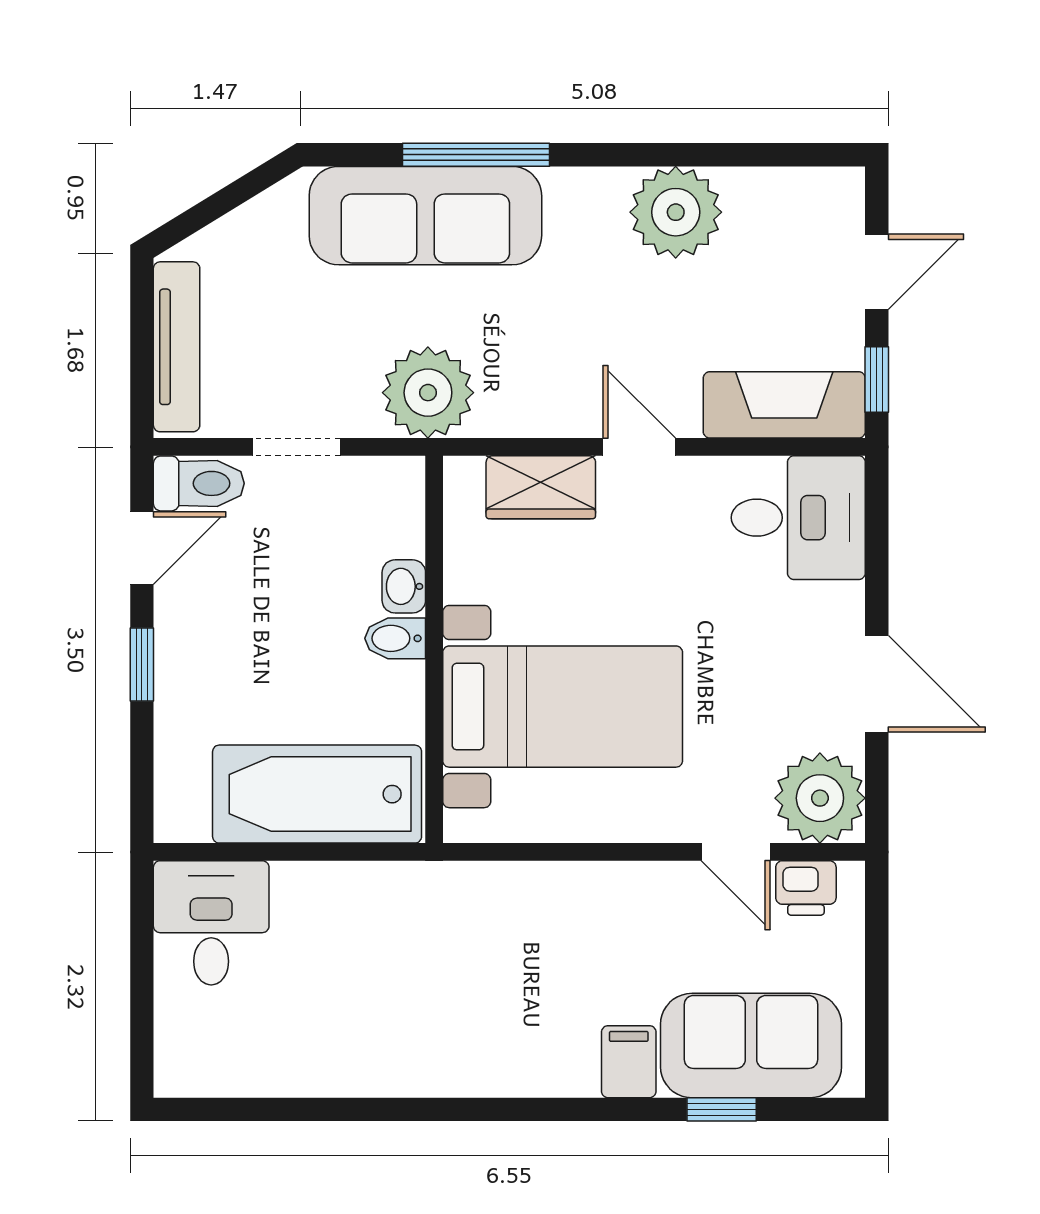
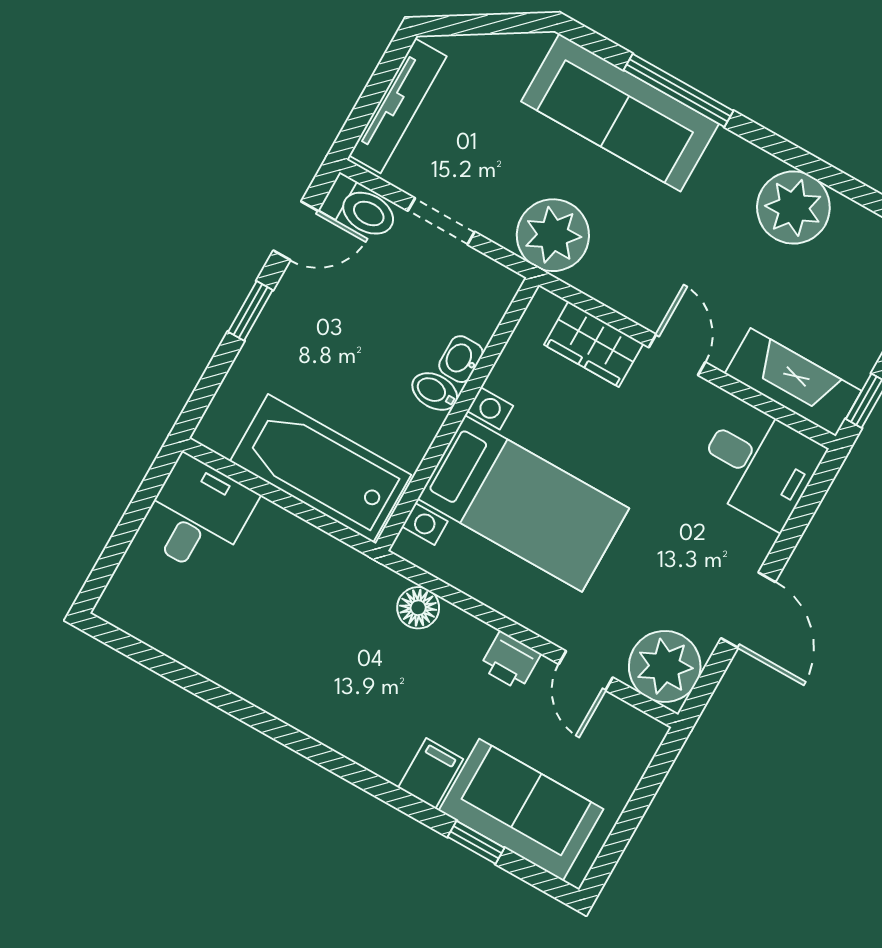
floor lamp: (512, 887) -> (418, 608), added
printer: (806, 888) -> (510, 661), moved

